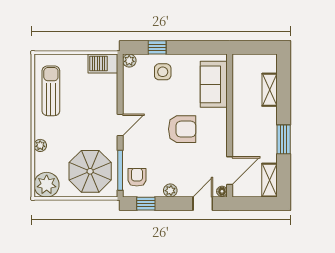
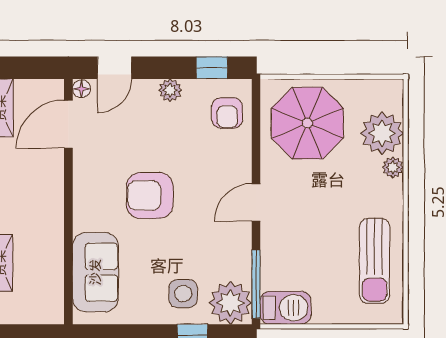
plant: (129, 61) -> (230, 303), width x1.87, depth x1.87
window: (120, 170) -> (256, 284), moved
plant: (47, 185) -> (382, 133), moved

